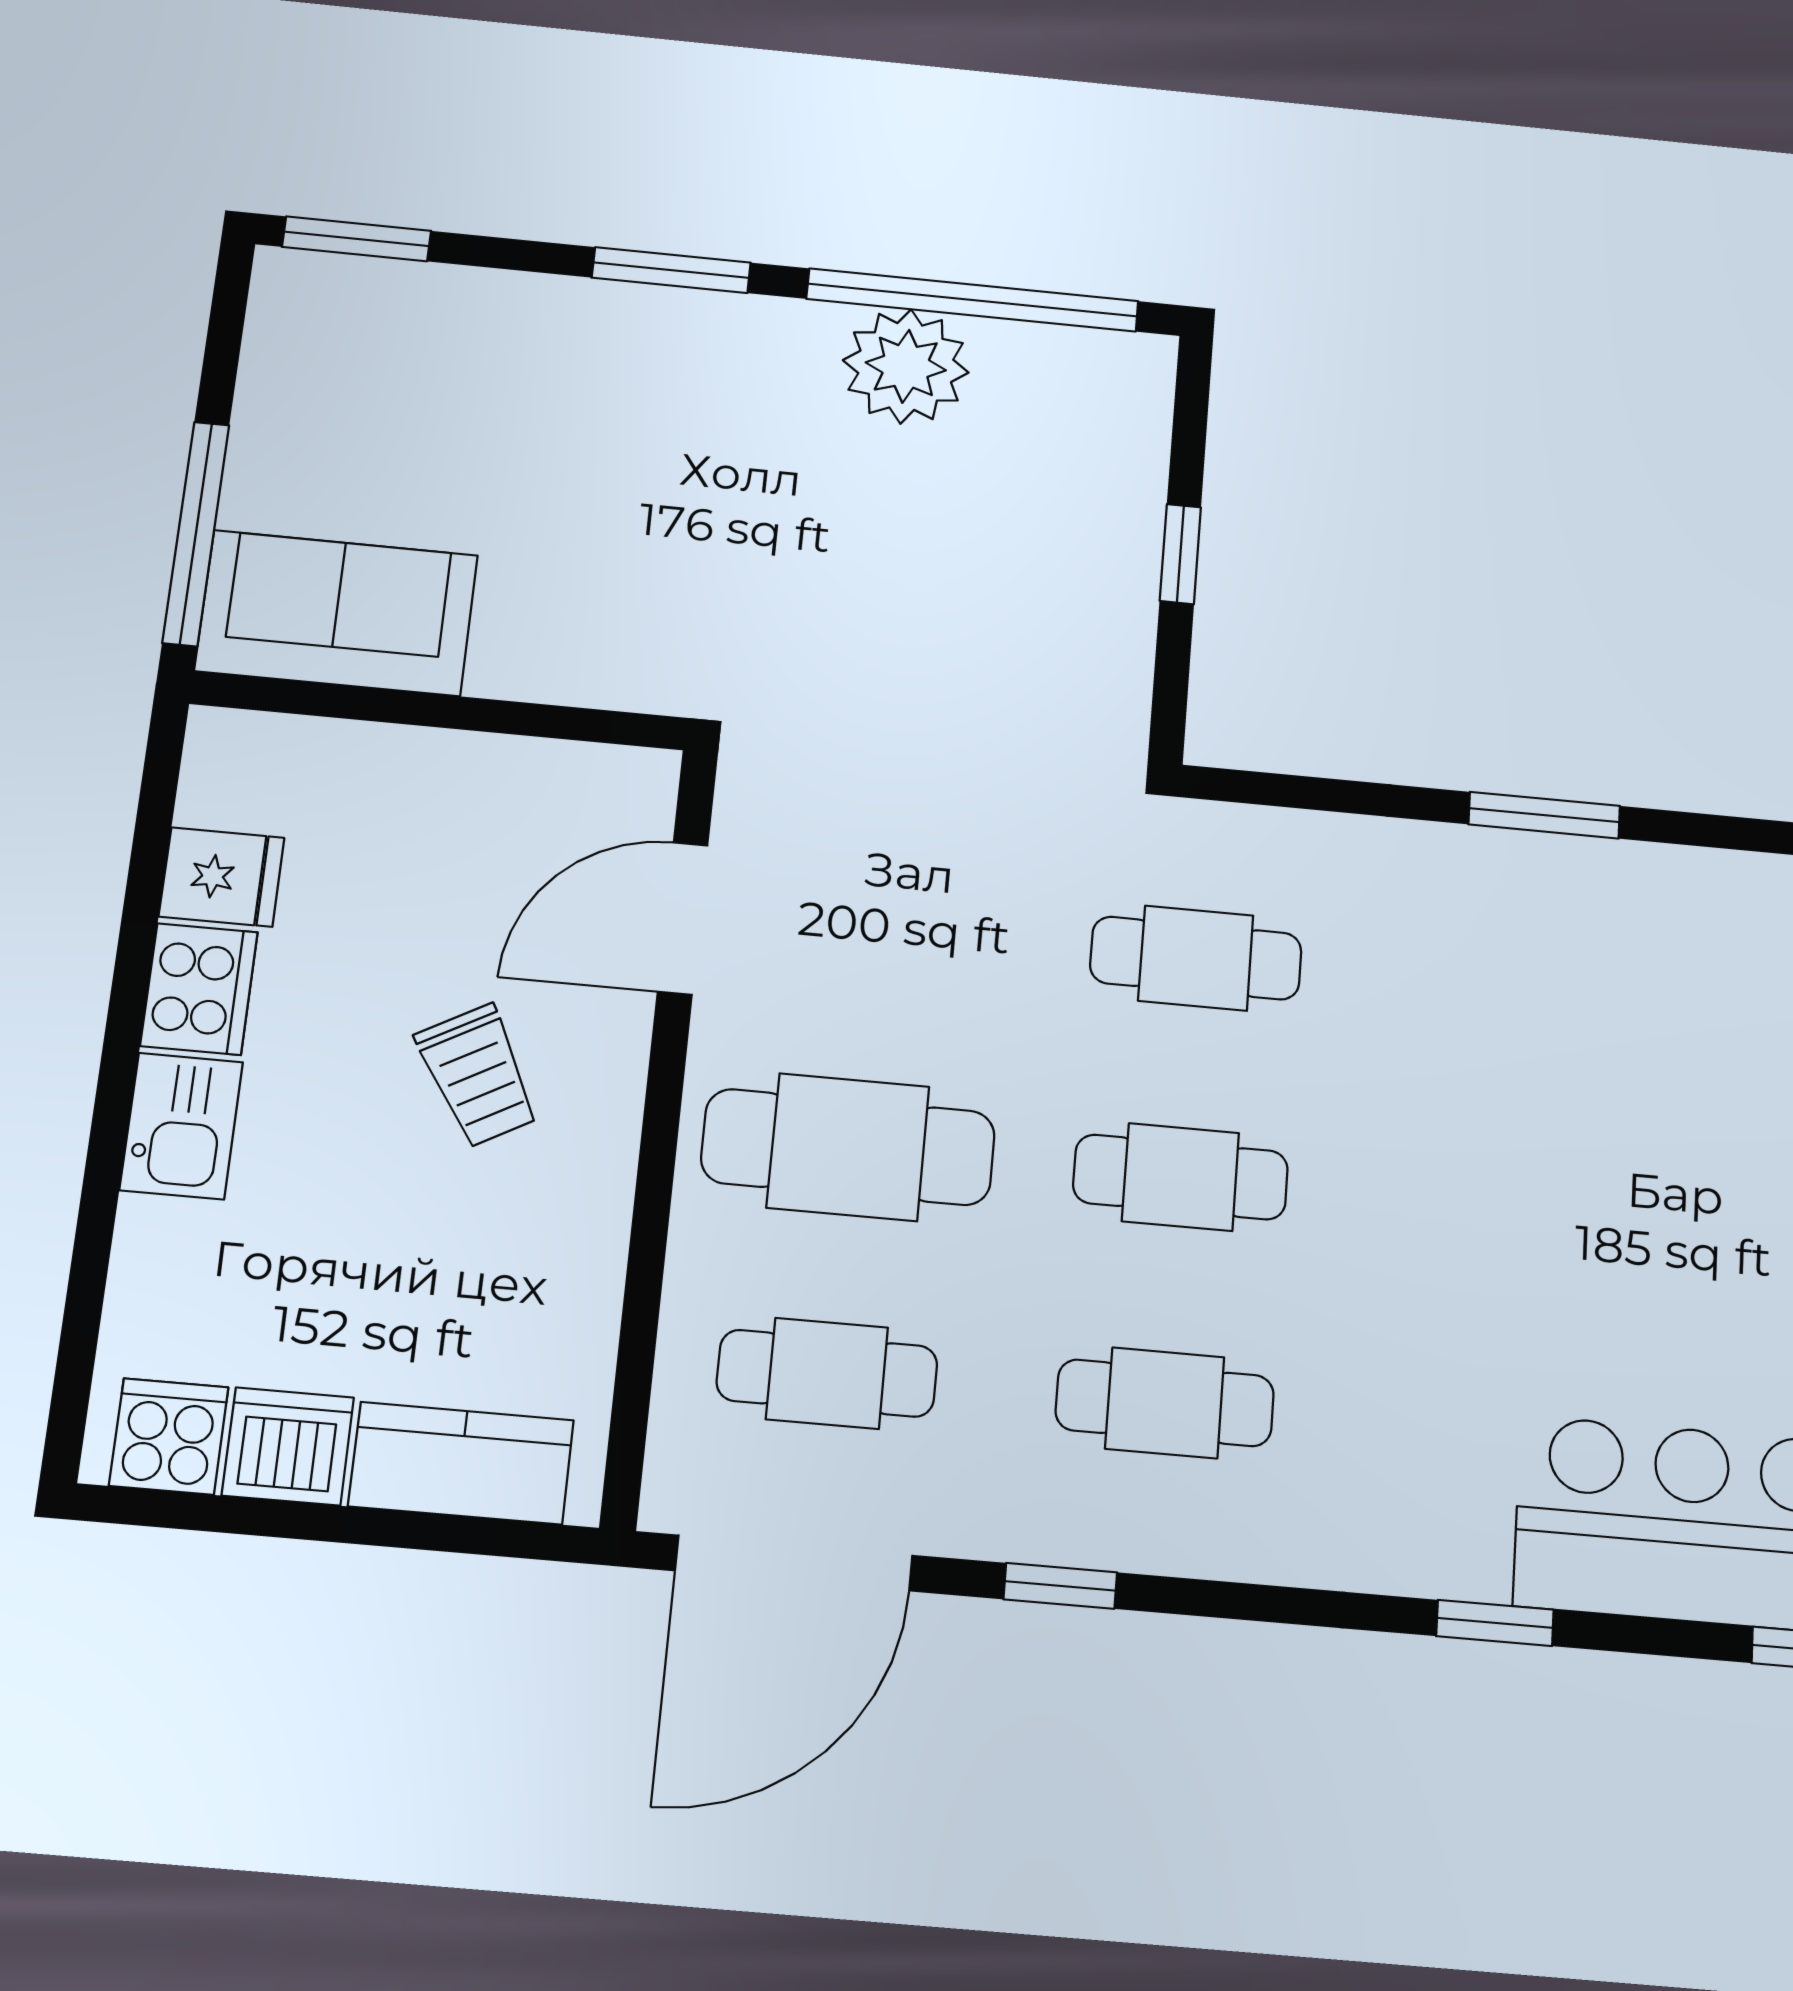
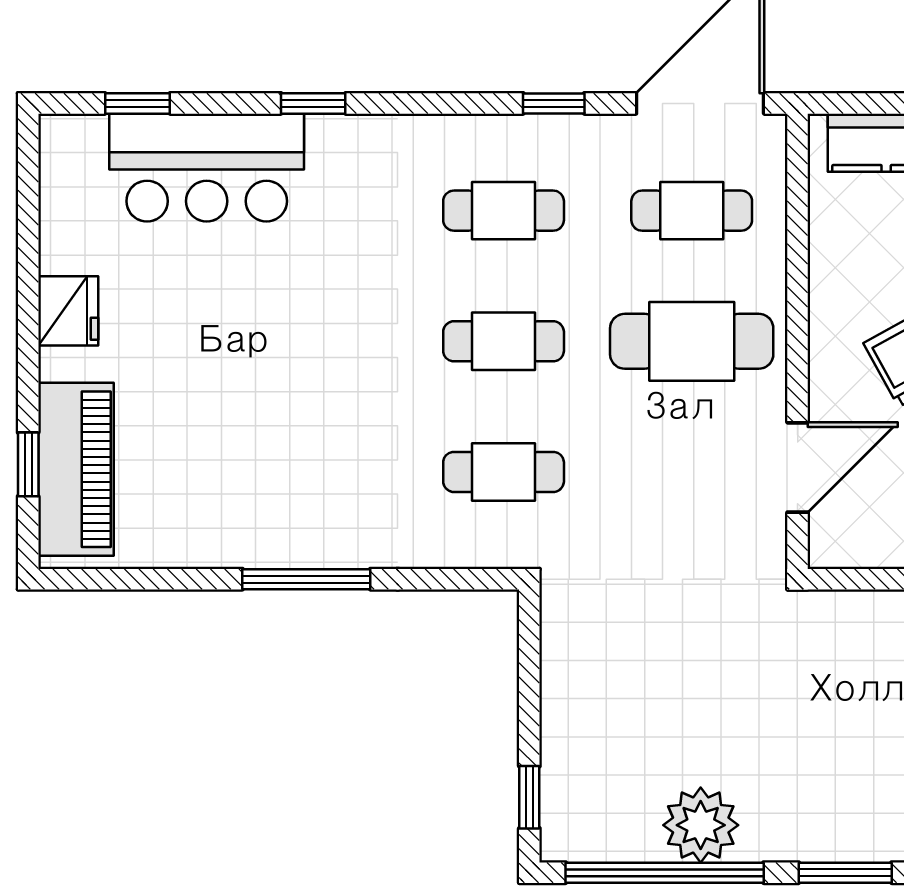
window: (1180, 554) -> (529, 797), moved
window: (1544, 815) -> (306, 579), width x1.44

